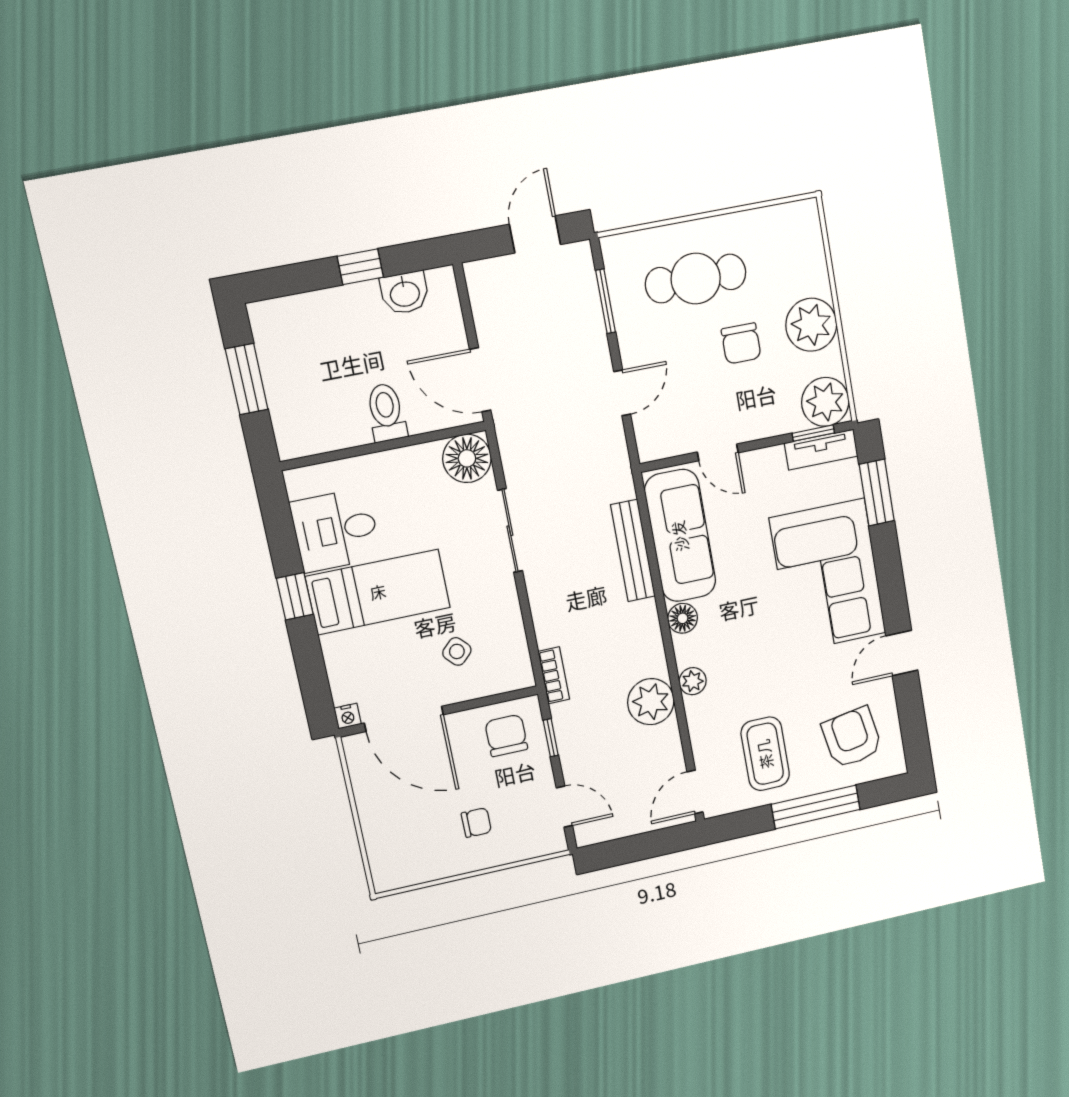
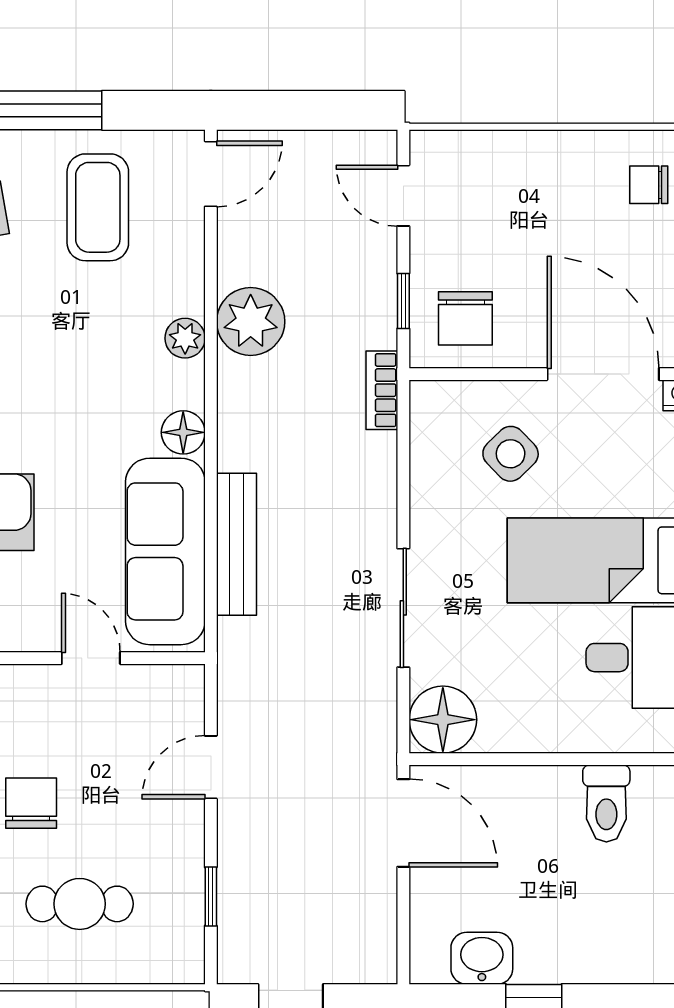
cafe table: (696, 279) -> (80, 904), width x0.73, depth x0.74
window: (606, 301) -> (211, 897), width x0.67
toilet: (386, 413) -> (606, 803), moved
side table: (457, 651) -> (511, 454), width x1.37, depth x1.37
chair: (476, 823) -> (649, 185), moved

